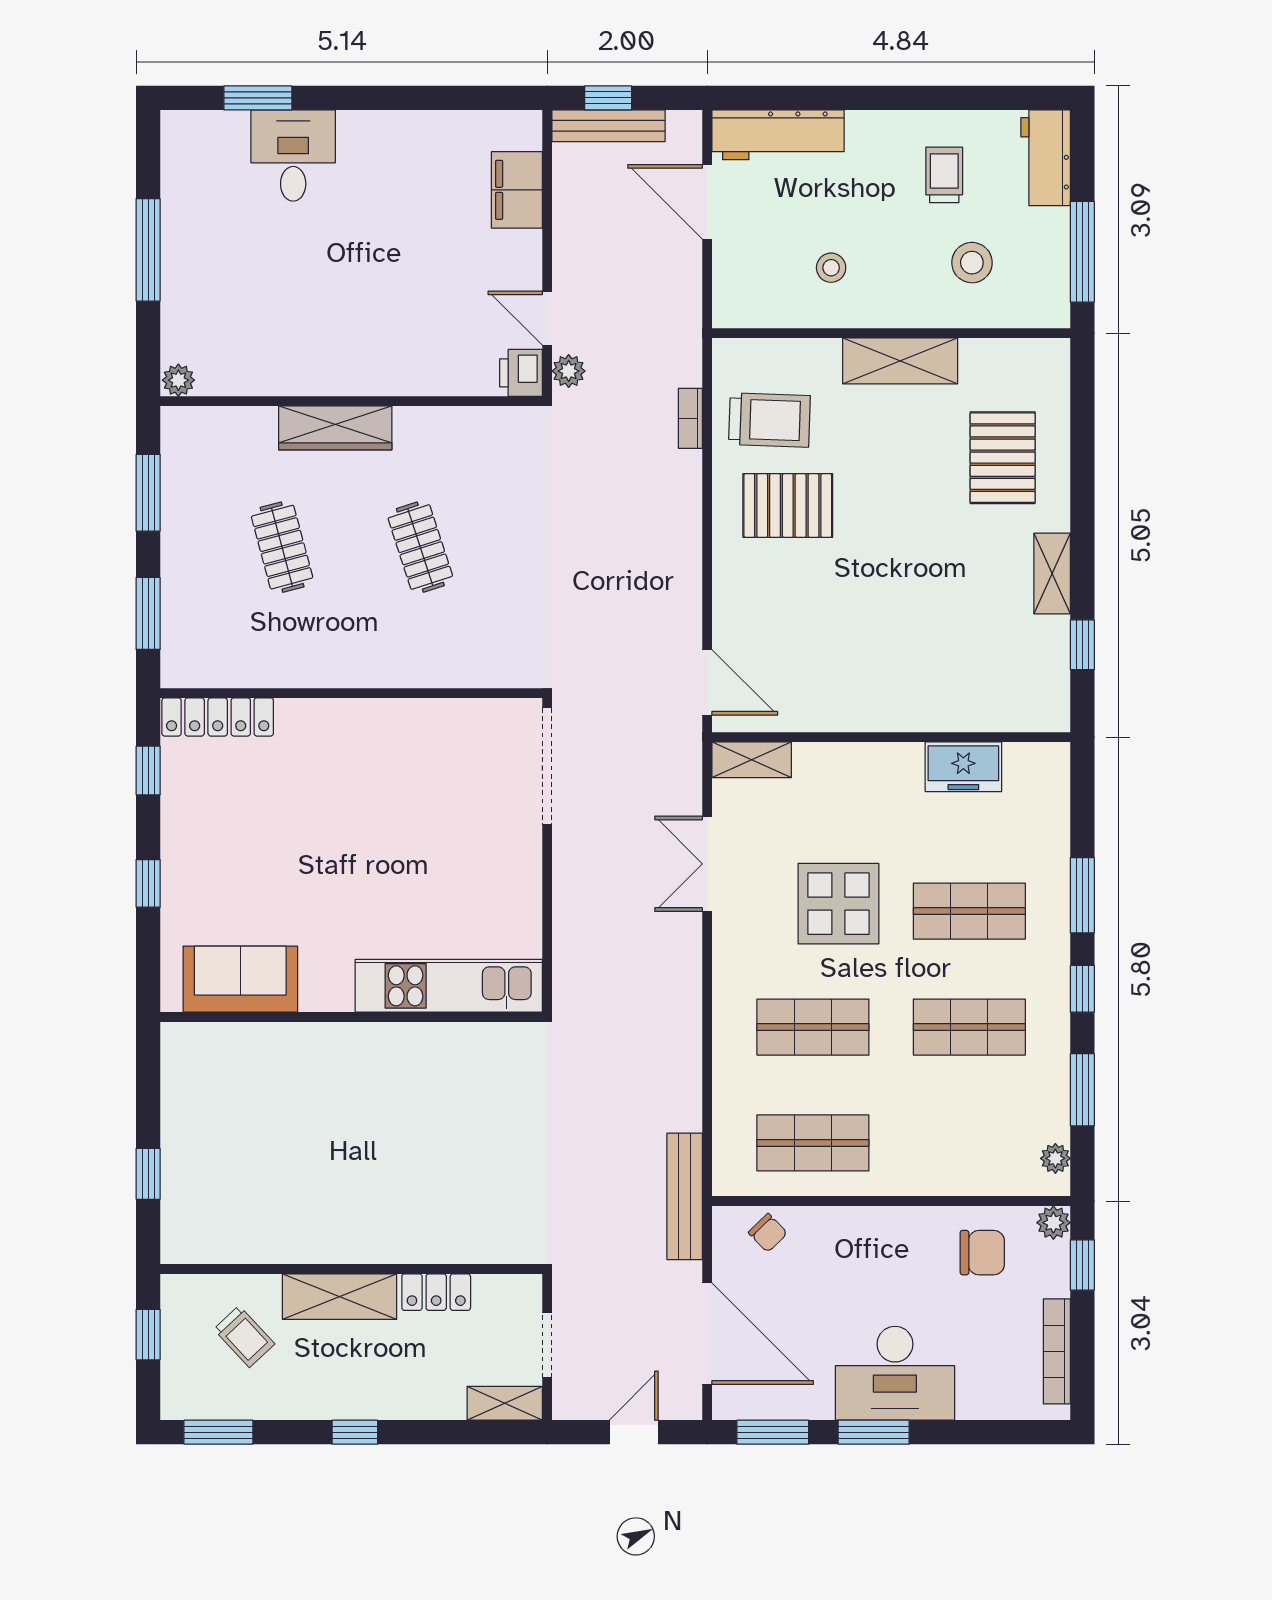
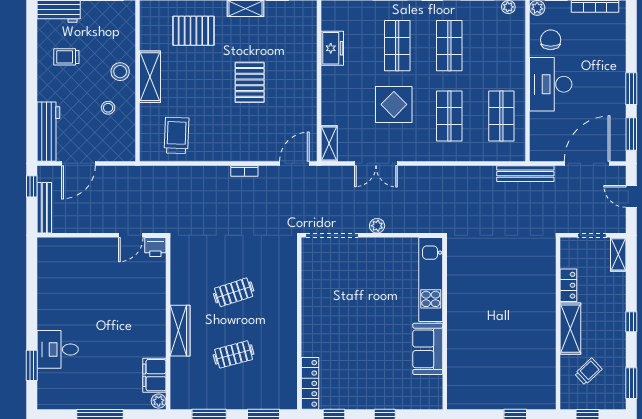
window: (608, 98) -> (32, 186), moved
filing cabinet: (517, 190) -> (154, 375), moved, turned 90
stool: (972, 263) -> (120, 72), moved
plant: (569, 371) -> (377, 226), moved
bookcase: (690, 418) -> (244, 171), moved
pallet: (788, 506) -> (250, 82), moved
sofa: (240, 979) -> (428, 349), moved
chair: (768, 1233) -> (542, 136), removed
desk: (895, 1373) -> (551, 84), moved, turned 180

